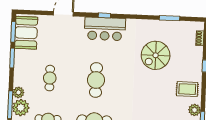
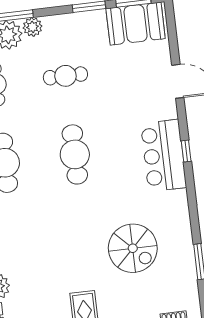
spiral stairs: (156, 55) -> (133, 248), turned 180
cafe table: (96, 80) -> (75, 154), turned 90

